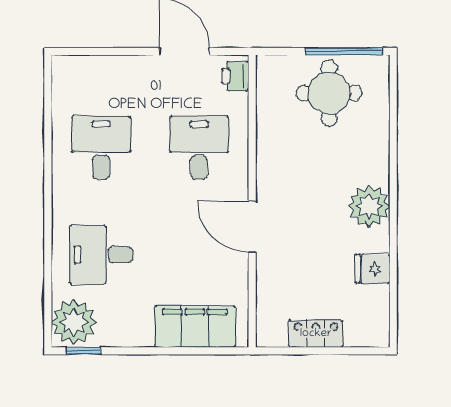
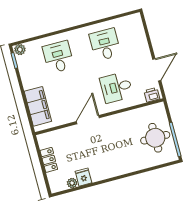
desk: (101, 148) -> (105, 45), turned -90
desk: (199, 148) -> (116, 87), turned 180
plant: (369, 206) -> (72, 183), moved, width x0.53, depth x0.53
plant: (74, 322) -> (20, 50), width x0.53, depth x0.53

